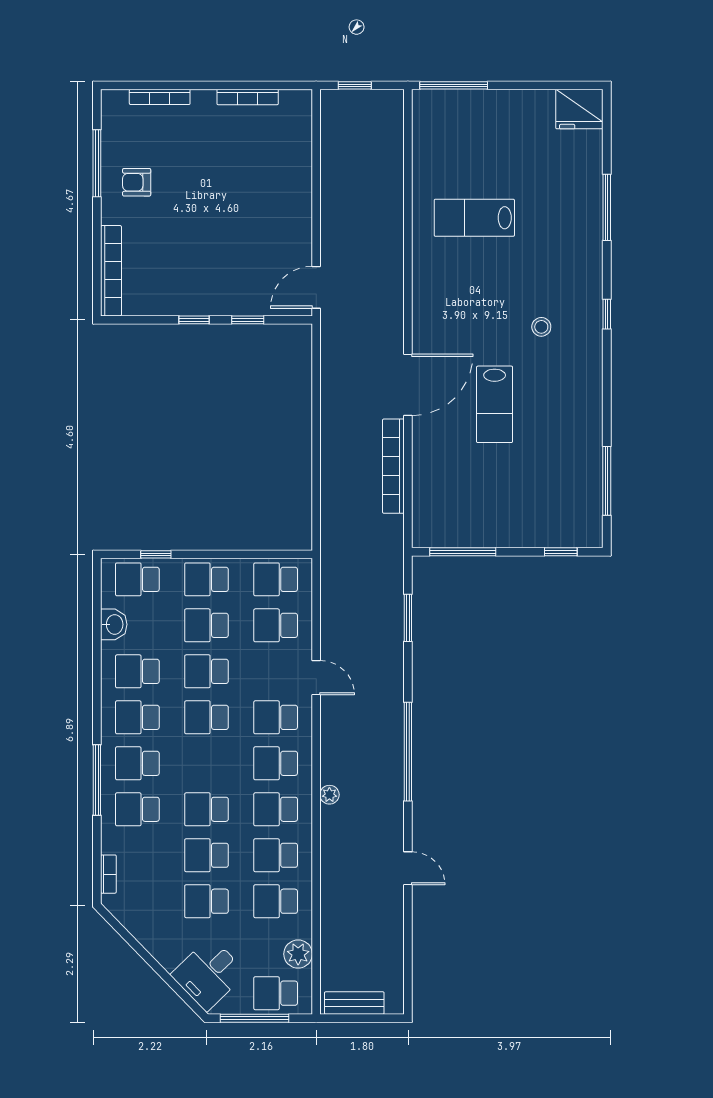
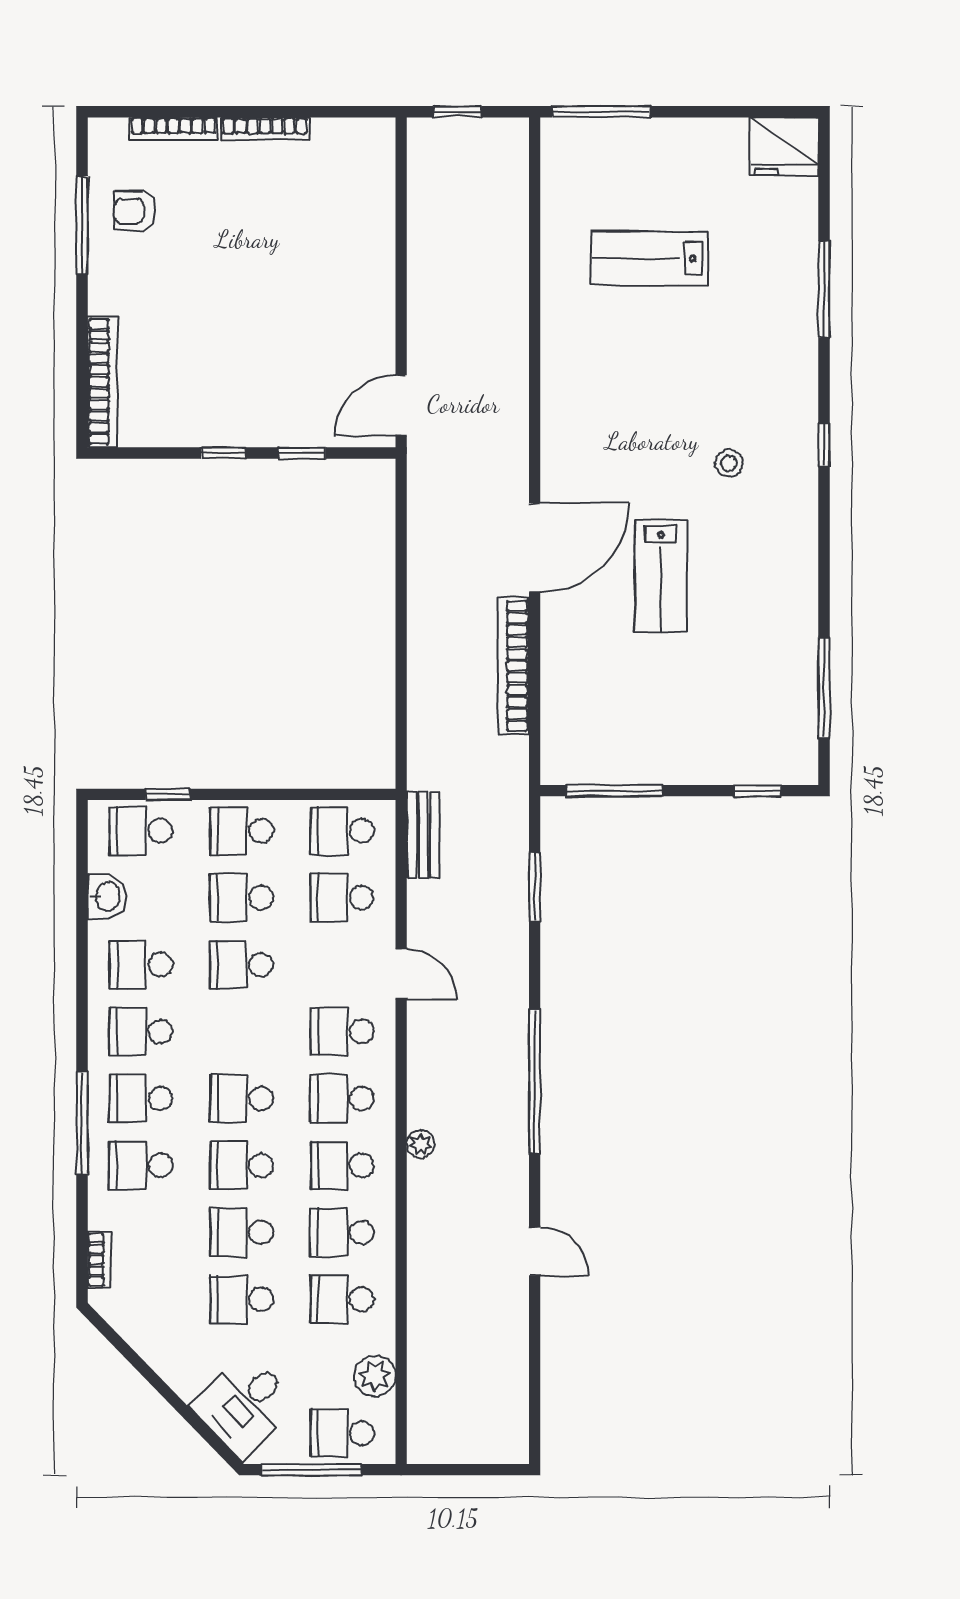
bookcase: (248, 97) -> (265, 129), moved
armchair: (137, 182) -> (135, 211), moved
lab bench: (474, 218) -> (649, 258), moved
school desk: (207, 717) -> (242, 1098), moved
bench: (354, 1003) -> (423, 835), moved, turned 90

